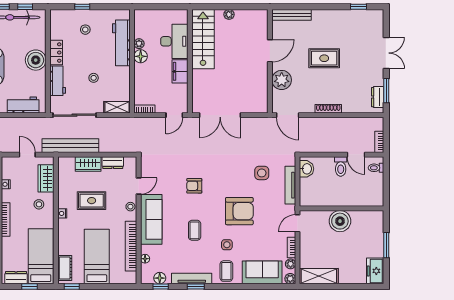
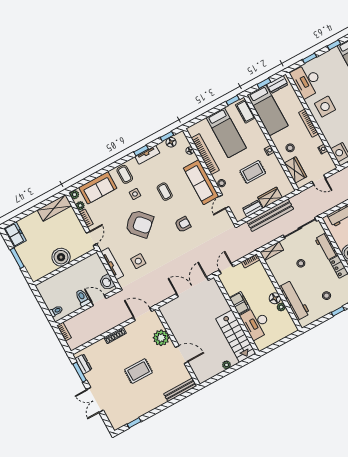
door: (270, 51) -> (182, 355), swing flipped
bench: (70, 146) -> (270, 215), moved
door: (356, 155) -> (99, 300), moved
armchair: (239, 211) -> (139, 224), turned -132
tv unit: (192, 279) -> (147, 155), width x0.71

